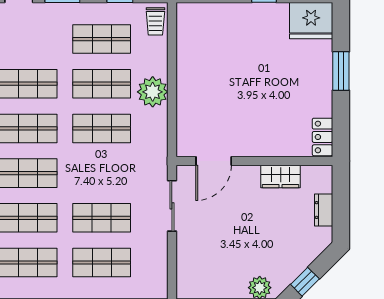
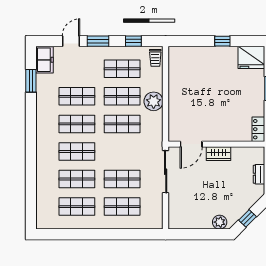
wardrobe: (281, 177) -> (219, 154), moved
sliding door: (172, 206) -> (166, 172), width x1.37

